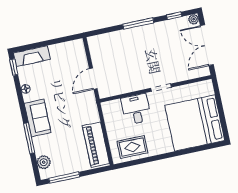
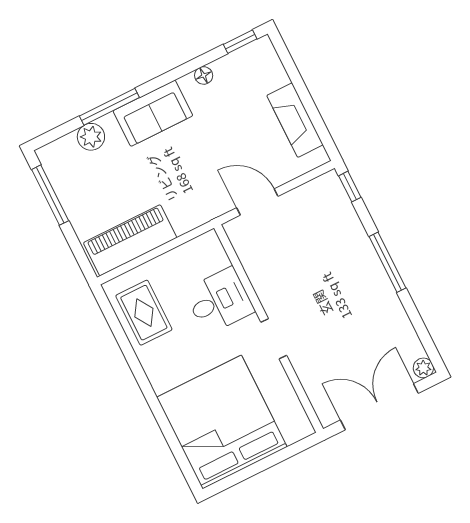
window: (174, 16) -> (350, 187), moved
fireplace: (32, 56) -> (295, 120), moved
plant: (44, 162) -> (91, 137), moved

